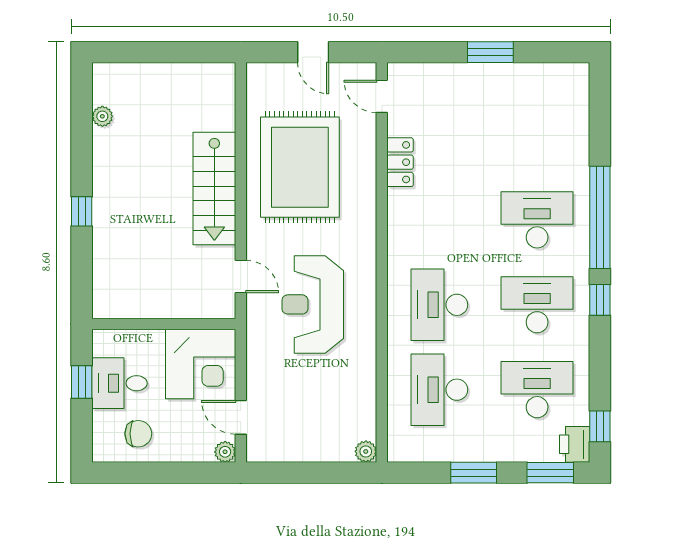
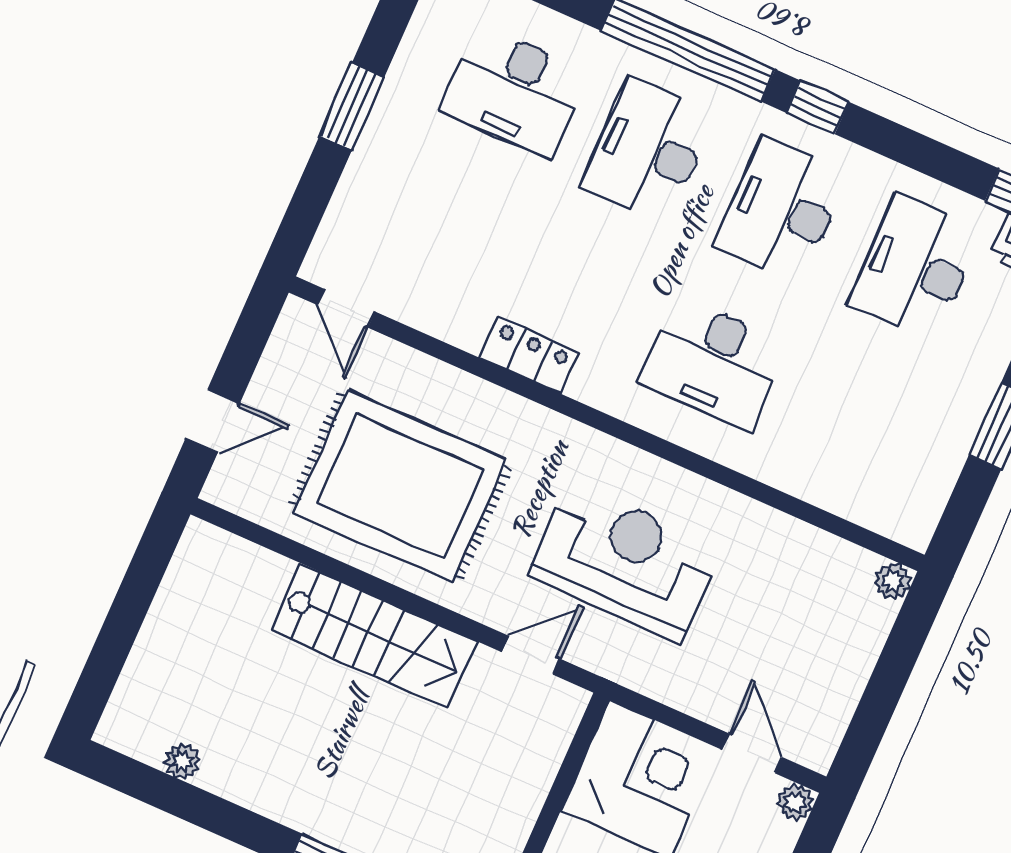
door: (313, 52) -> (213, 421), moved
door: (382, 96) -> (346, 308), hinge flipped
locker: (400, 162) -> (530, 355), moved
reception desk: (313, 304) -> (625, 562), turned 180
desk: (439, 390) -> (515, 91), moved
door: (241, 417) -> (752, 753), swing flipped

